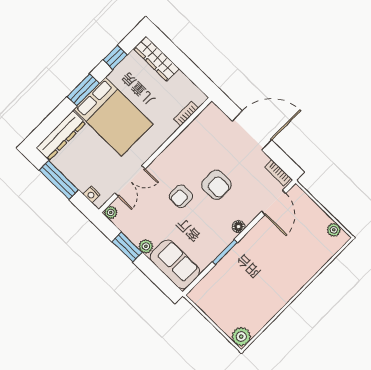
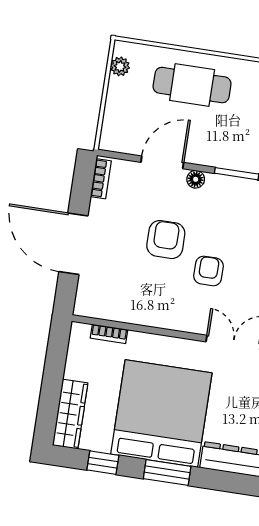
bed: (113, 117) -> (161, 414), width x1.36
armchair: (181, 196) -> (209, 271), turned -90
door: (274, 202) -> (162, 162), moved
cafe table: (294, 263) -> (192, 85), added

